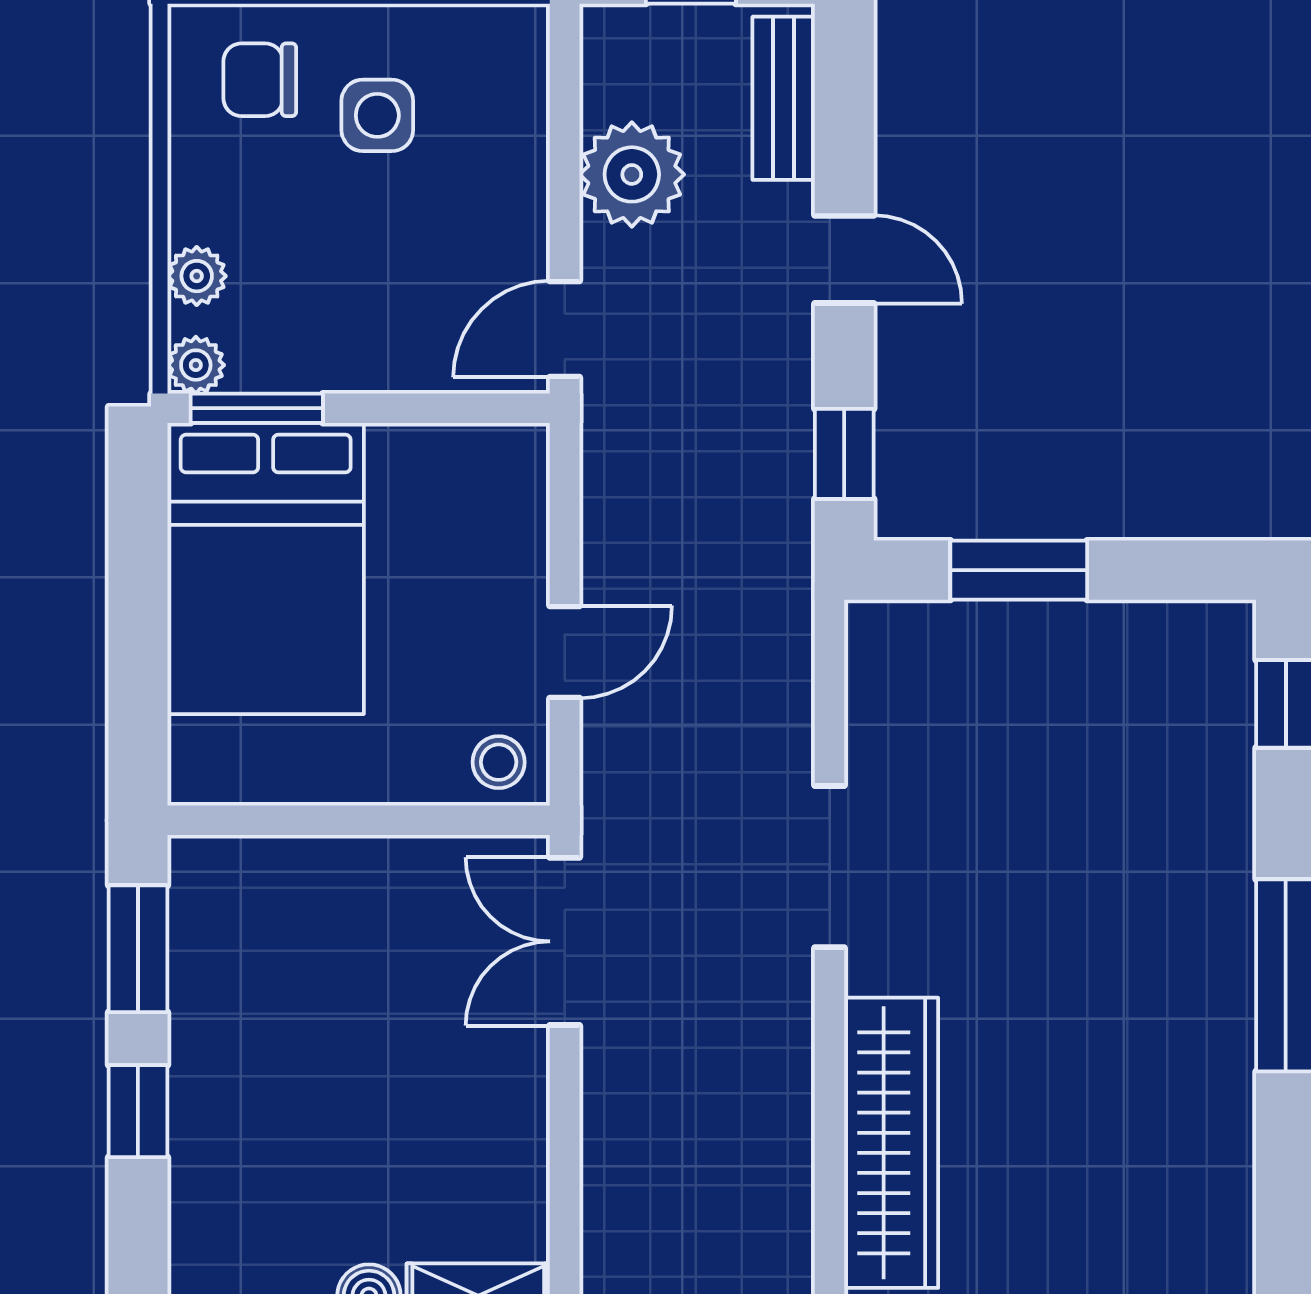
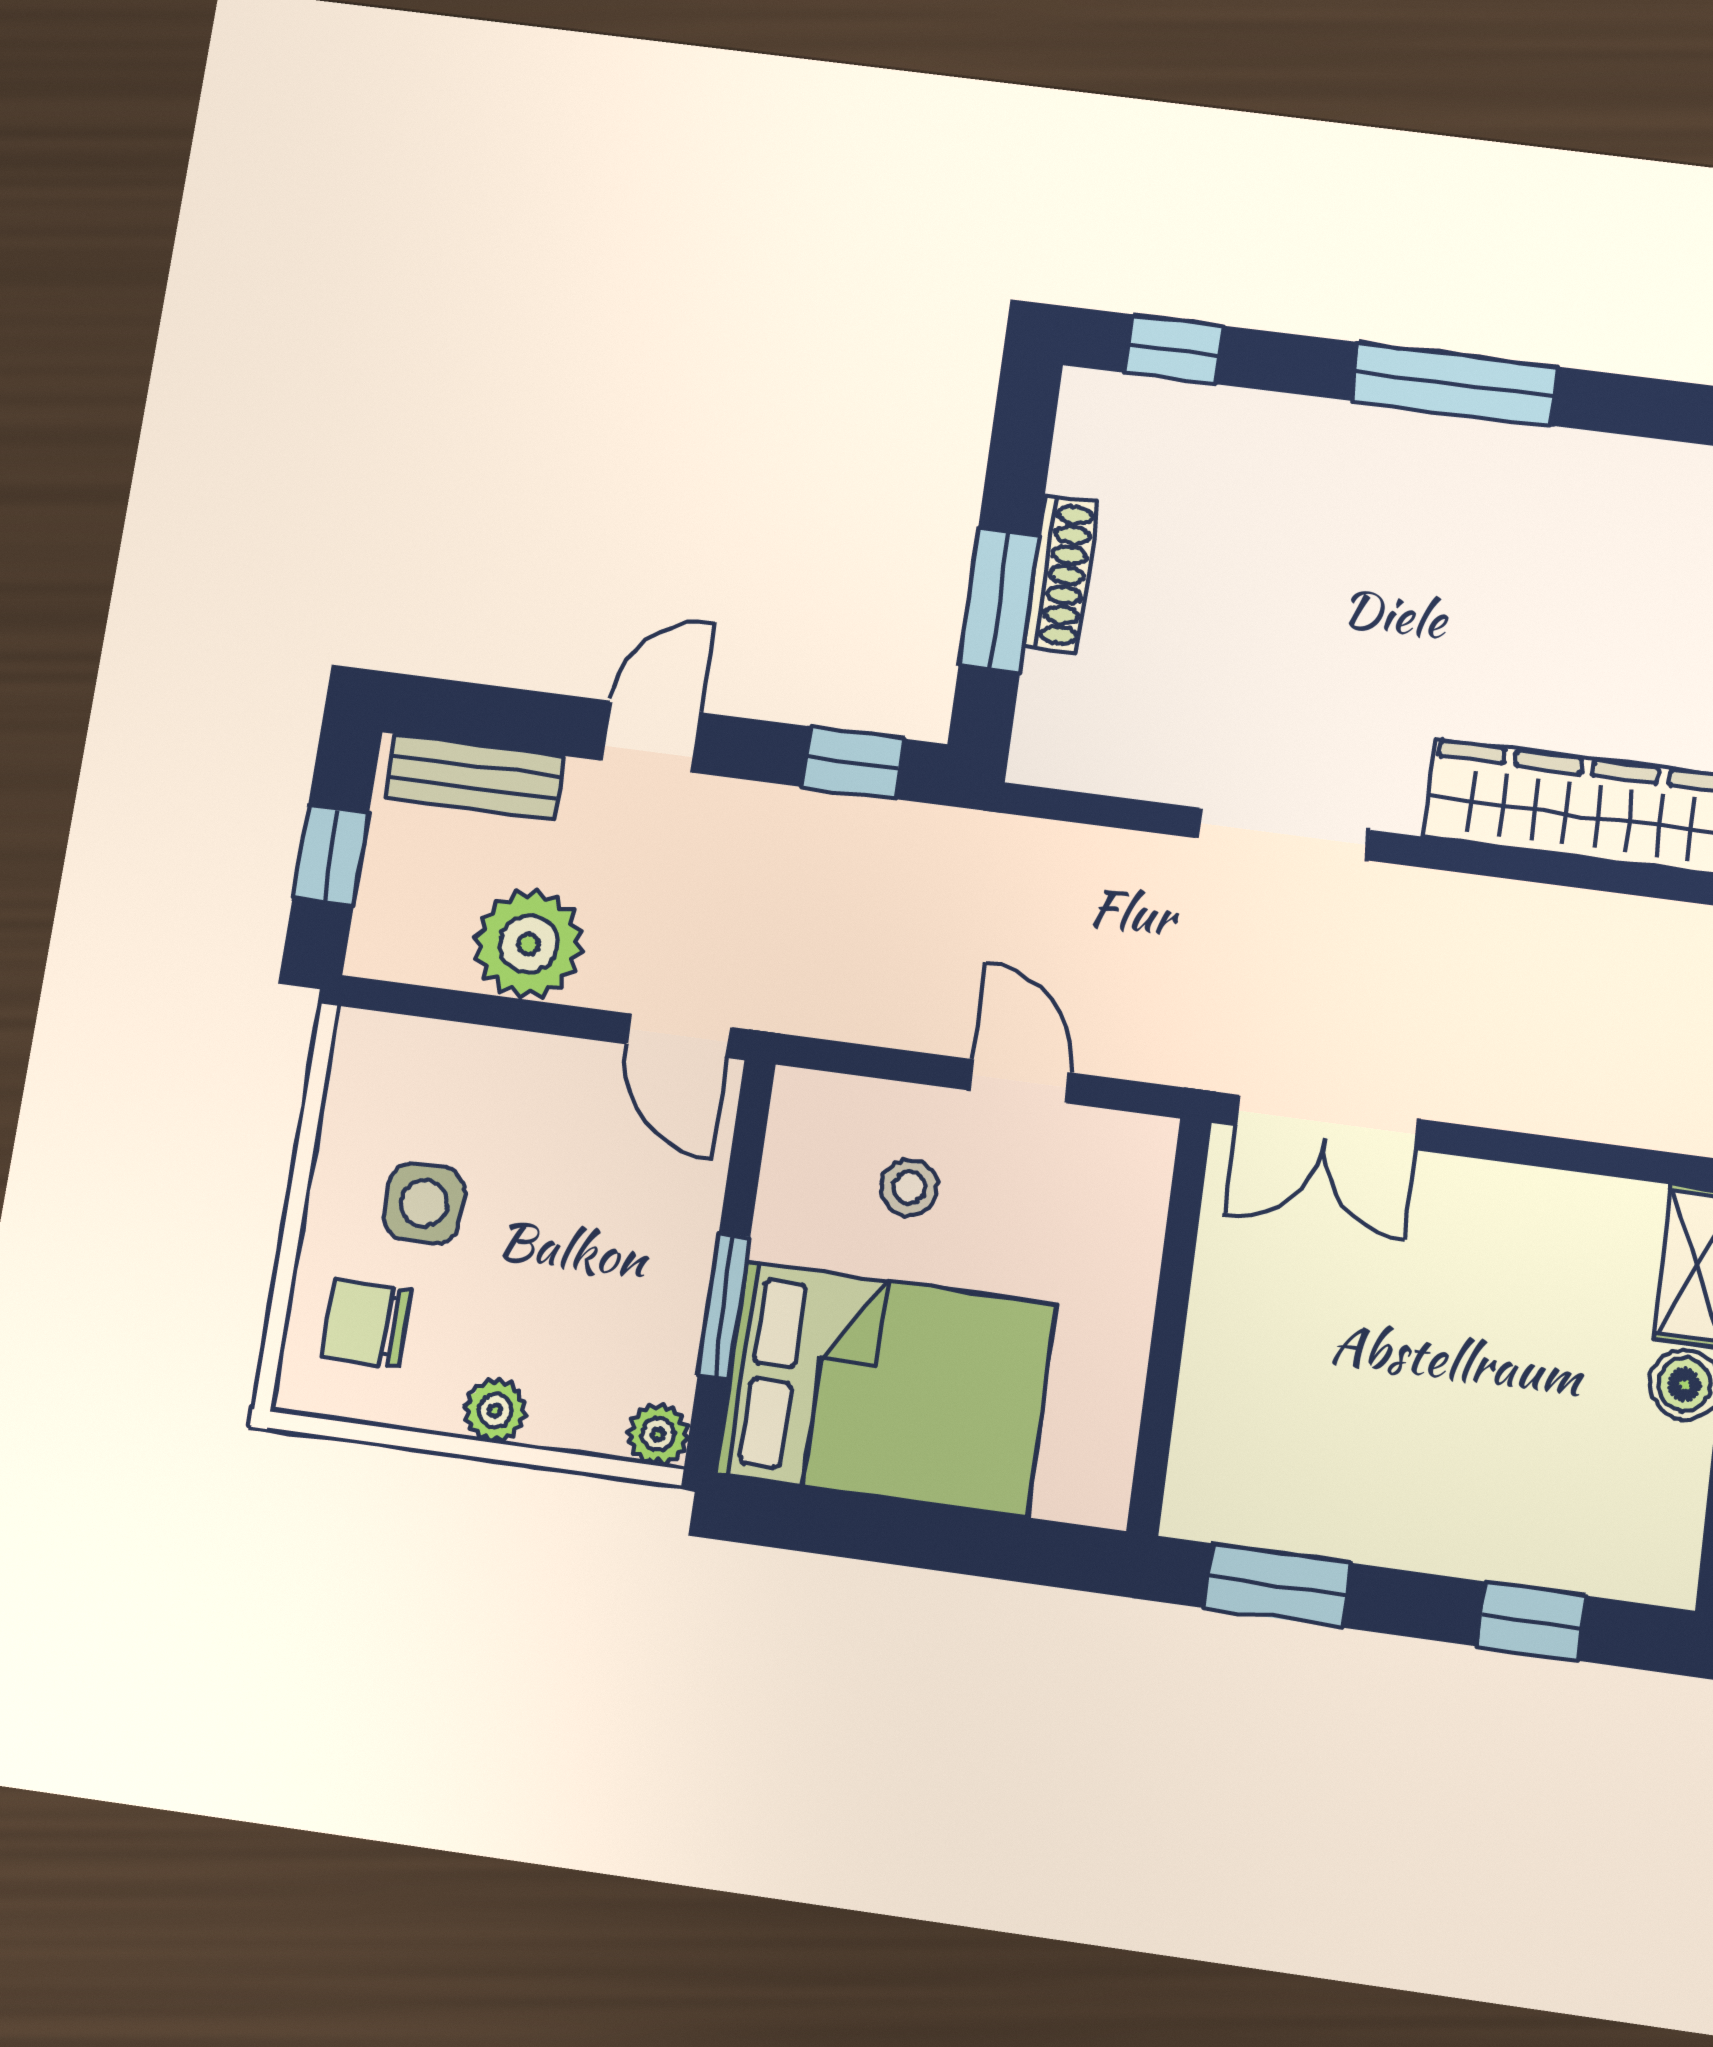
chair: (260, 80) -> (366, 1323), turned 90
plant: (197, 276) -> (495, 1411), moved
window: (257, 408) -> (724, 1306), moved
shoe rack: (1051, 625) -> (1061, 574), added
stool: (499, 762) -> (909, 1188), moved
window: (138, 1111) -> (1532, 1621), moved

